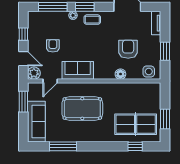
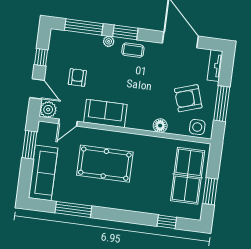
armchair: (128, 49) -> (188, 98), moved, turned -108
window: (165, 51) -> (222, 104), width x1.44
table tennis table: (136, 124) -> (188, 176), moved, turned 90

